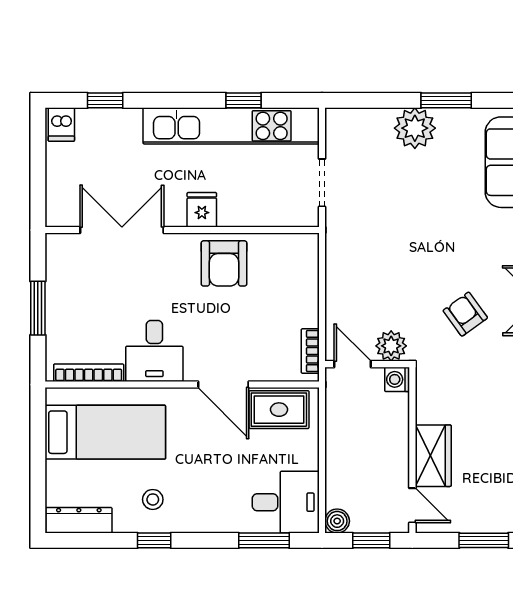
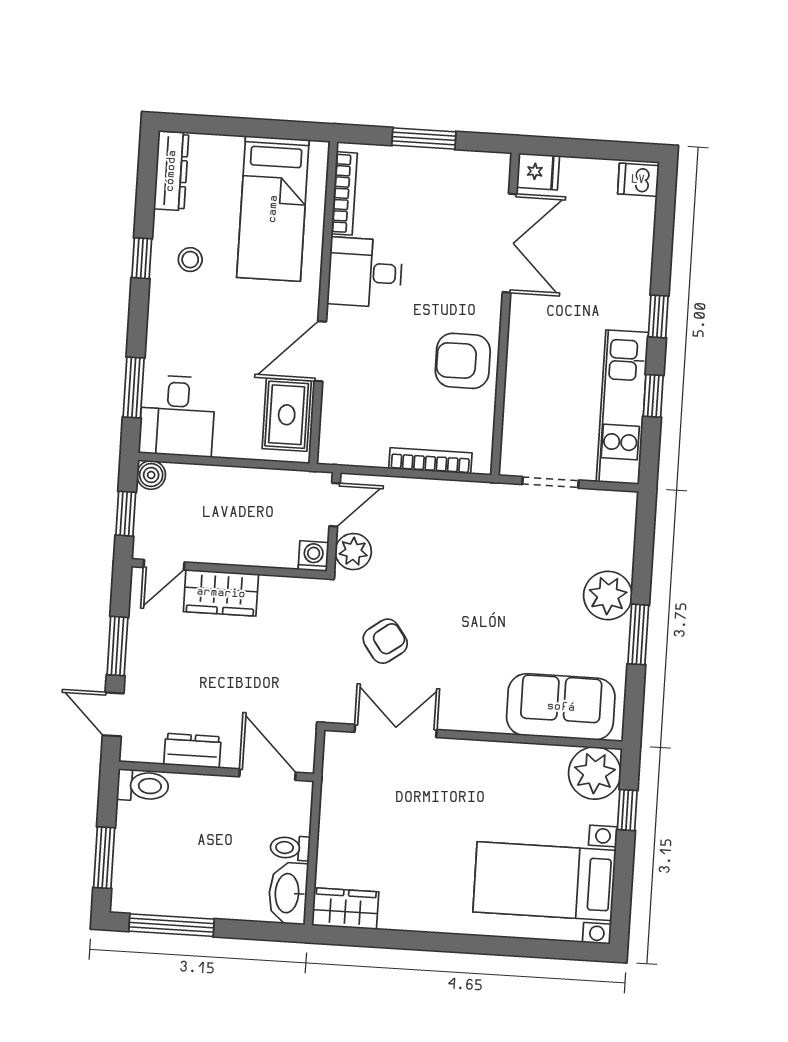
window: (105, 100) -> (658, 316), moved
kitchen unit: (231, 126) -> (622, 407), width x0.73
fridge: (202, 210) -> (538, 172), moved
bookcase: (310, 351) -> (430, 461), moved, width x1.56

